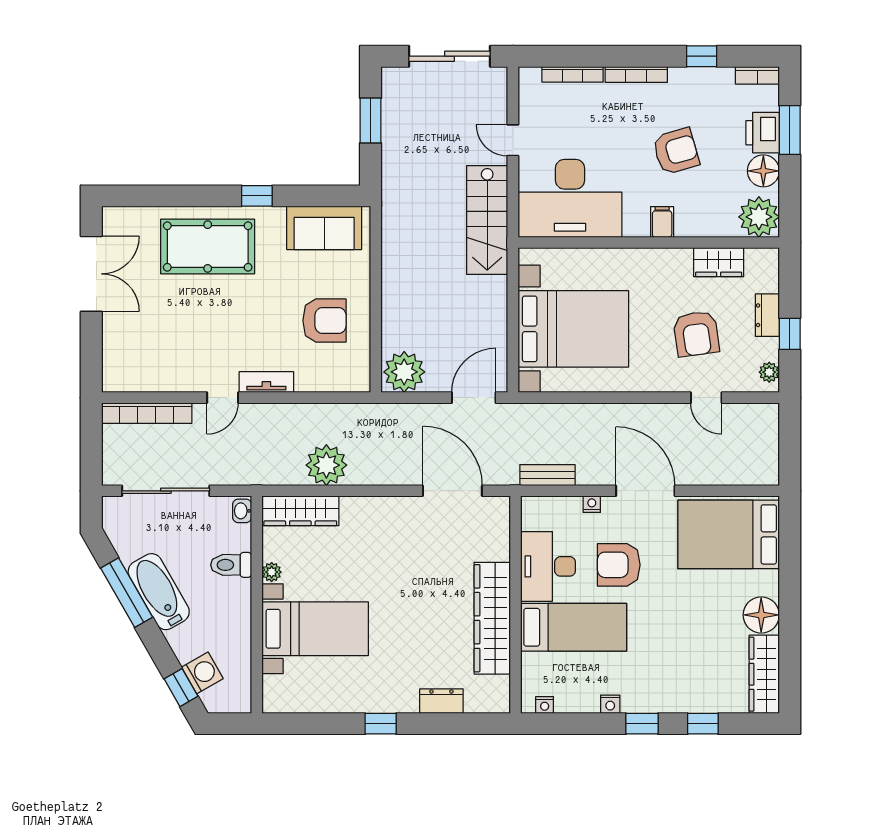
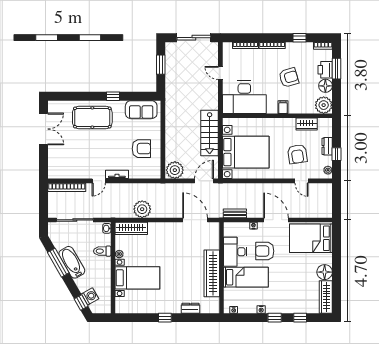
stairs: (487, 220) -> (210, 133), moved

